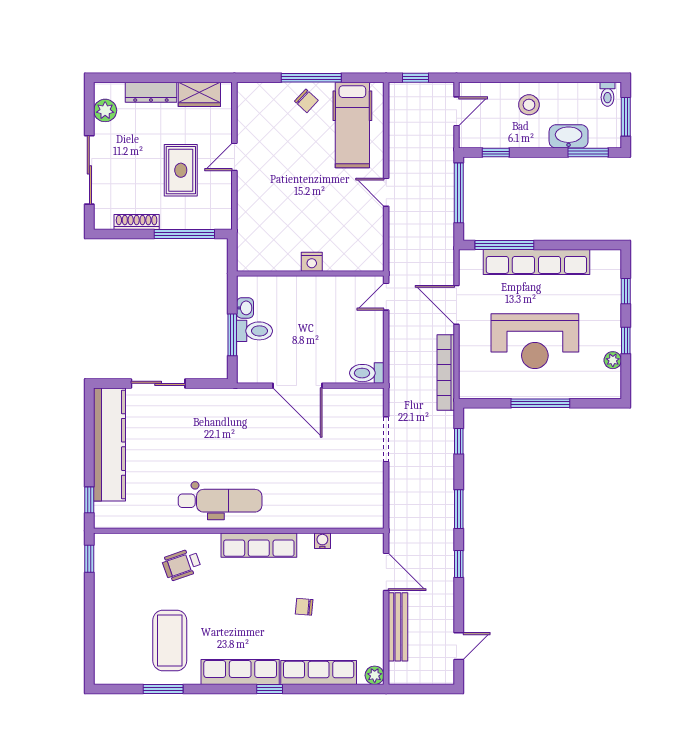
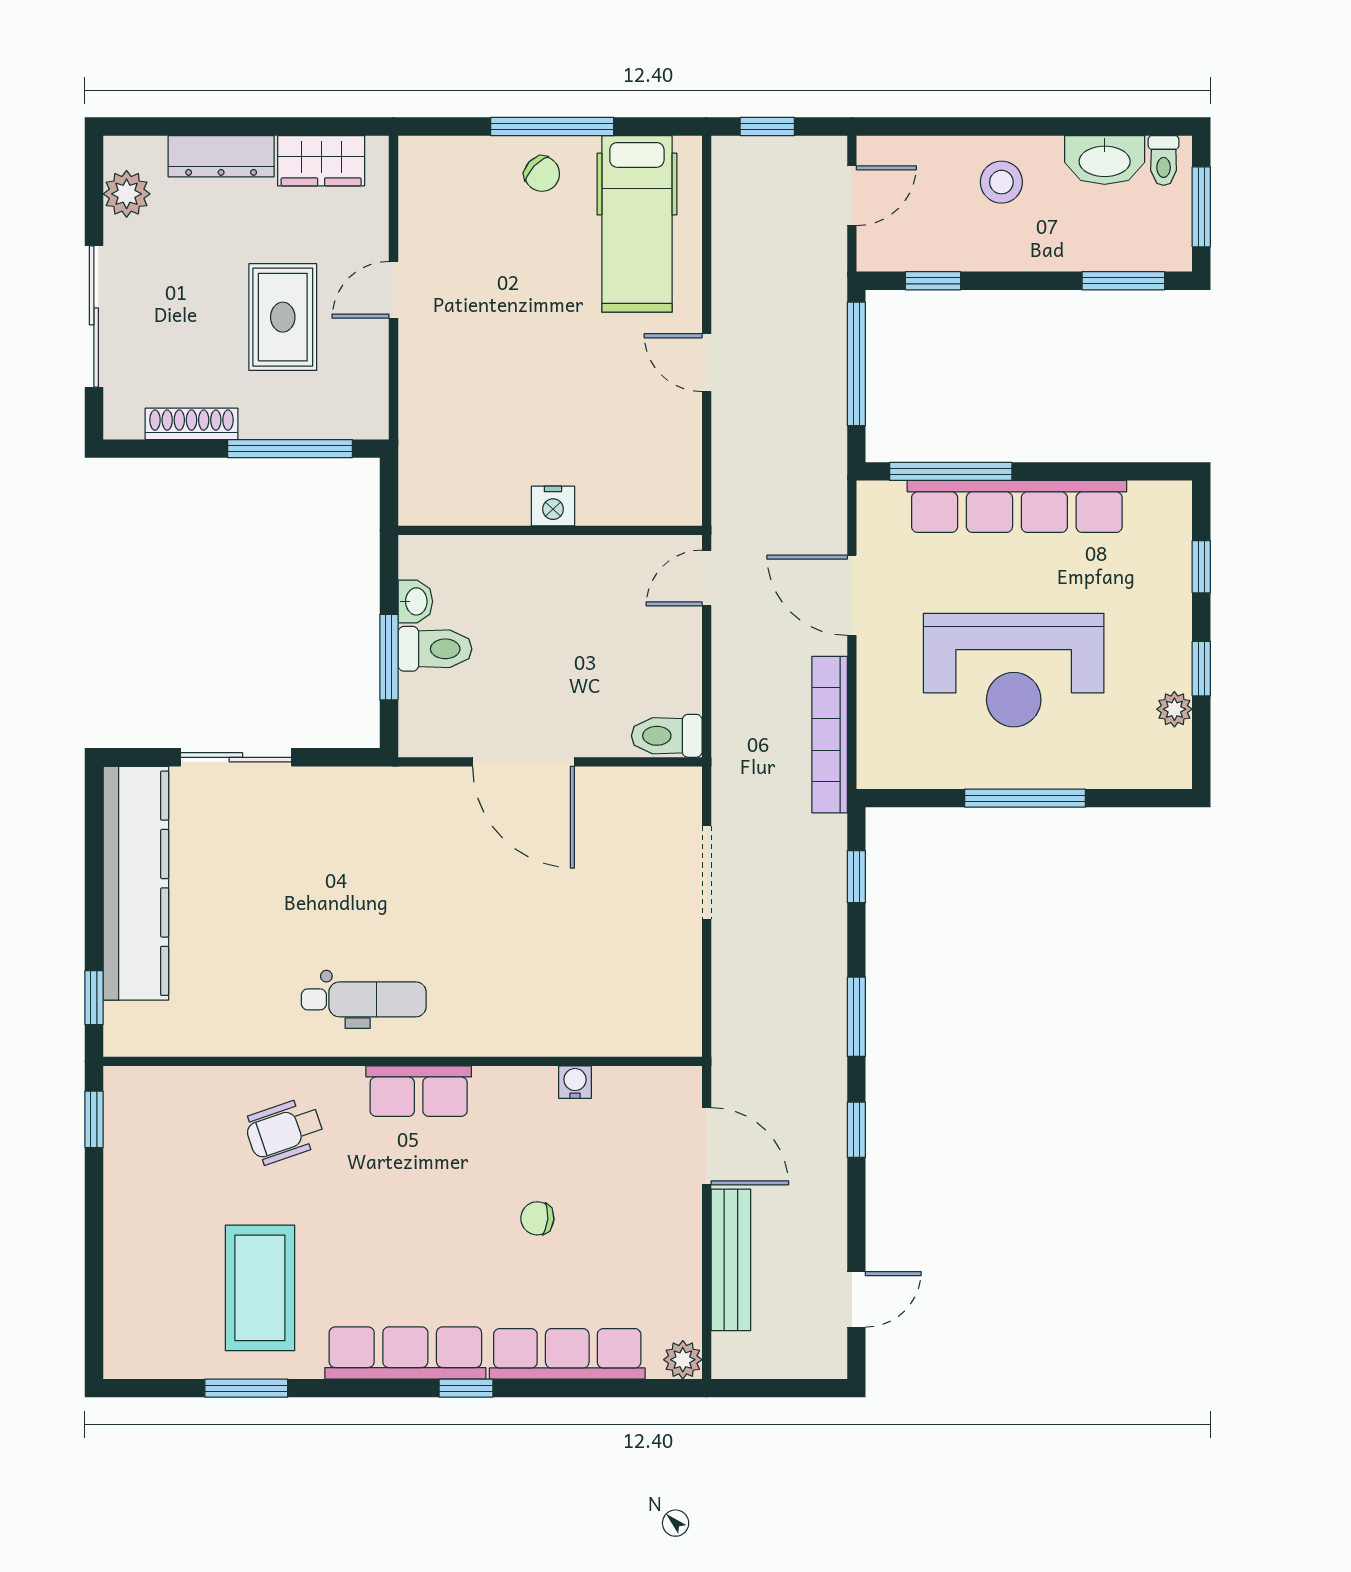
washbasin: (569, 136) -> (1105, 160), moved, turned 180
dental chair: (220, 501) -> (364, 999), width x0.73, depth x0.72
row of seats: (259, 545) -> (419, 1091), width x0.68

